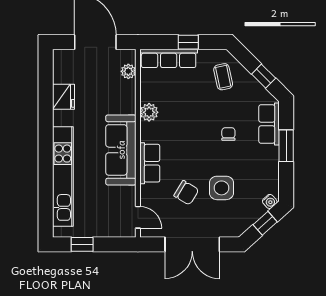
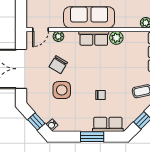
row of seats: (150, 163) -> (94, 38), moved
plant: (147, 192) -> (58, 36), added

